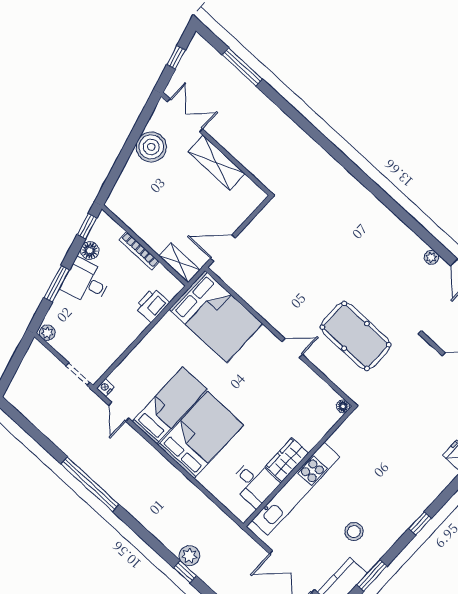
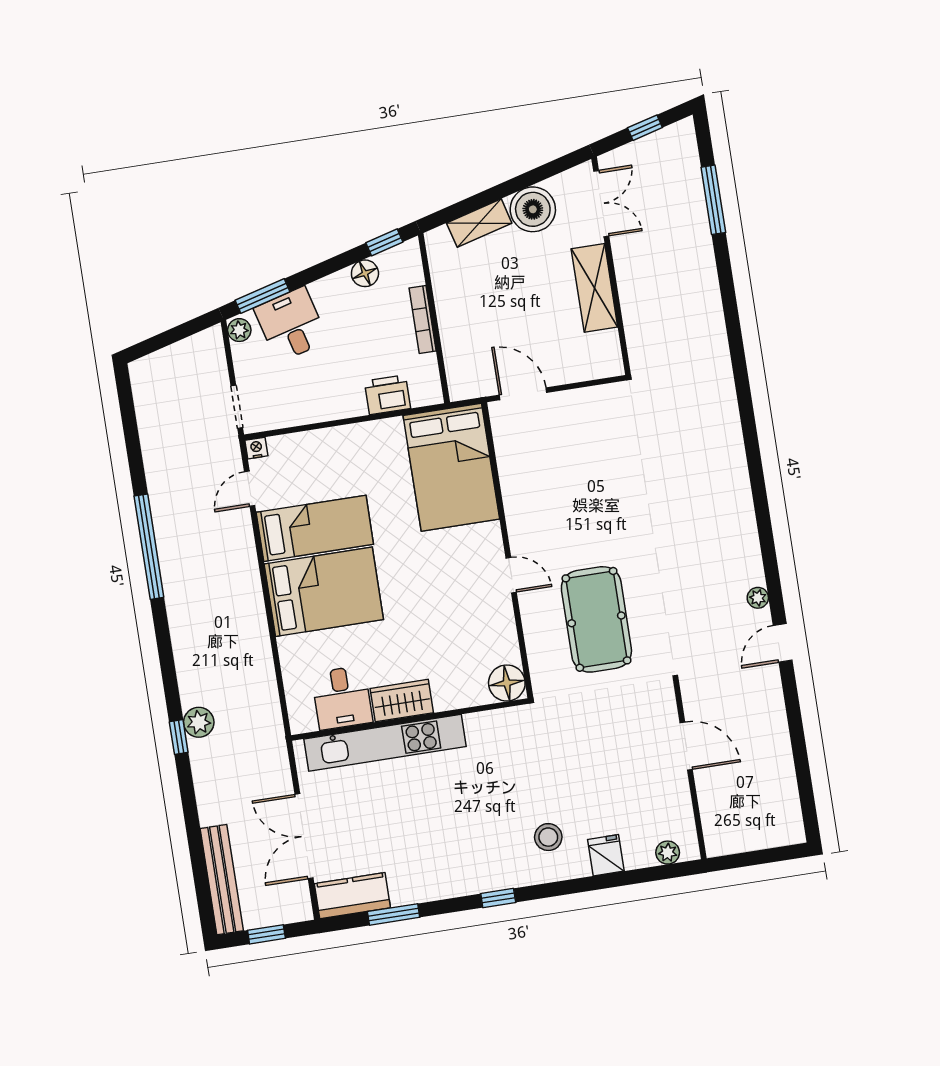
shelving: (180, 263) -> (479, 223), moved, turned 75
desk: (86, 282) -> (291, 325), moved
window: (57, 284) -> (263, 296), moved
floor lamp: (343, 406) -> (507, 683), width x1.89, depth x1.89
stool: (354, 532) -> (548, 837), moved

